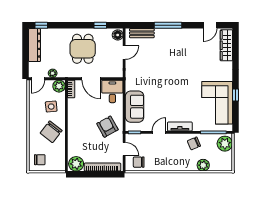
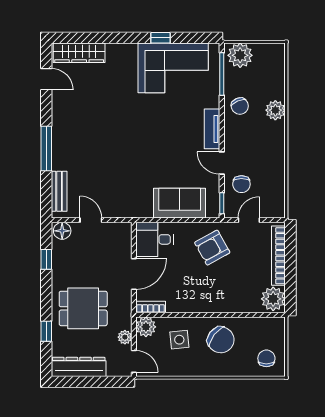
window: (41, 25) -> (46, 331), moved
dining table: (83, 49) -> (83, 308), moved
chair: (139, 162) -> (241, 184), moved
plant: (203, 165) -> (275, 110), moved

